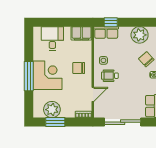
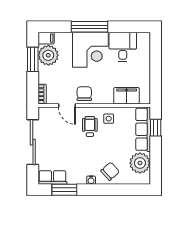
row of seats: (106, 32) -> (143, 129), width x1.48
filing cabinet: (81, 33) -> (127, 96), moved, turned 90
desk: (52, 39) -> (123, 47), moved, turned -90
chair: (79, 68) -> (84, 94), moved
filing cabinet: (38, 111) -> (46, 38), added

